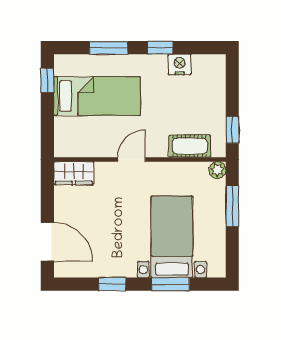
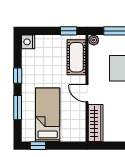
nightstand: (180, 65) -> (28, 42), moved
cot: (190, 146) -> (76, 57), width x1.37, depth x1.34
wardrobe: (74, 173) -> (96, 123), width x1.50

